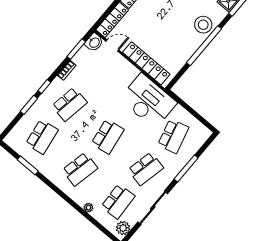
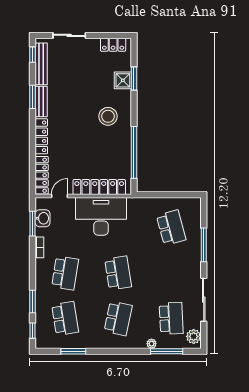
stool: (203, 25) -> (108, 116), moved
washbasin: (94, 42) -> (43, 218), moved
window: (204, 46) -> (134, 152), moved
window: (44, 87) -> (33, 331), moved
desk: (148, 101) -> (101, 216), moved
school desk: (146, 169) -> (171, 273), removed
window: (95, 222) -> (167, 351), added

